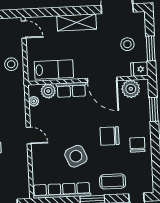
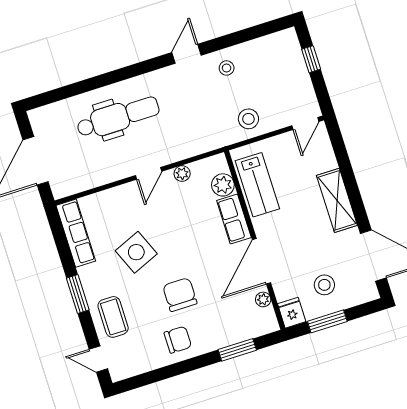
plant: (131, 89) -> (263, 299), width x0.53, depth x0.53
plant: (34, 101) -> (182, 174), moved
row of seats: (62, 190) -> (76, 233), width x0.73

